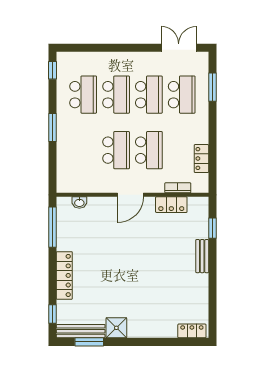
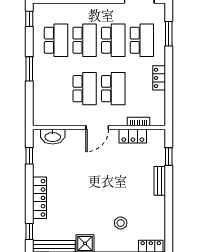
locker: (201, 159) -> (159, 78), moved
washbasin: (79, 203) -> (53, 137), width x1.91, depth x1.45
window: (52, 227) -> (29, 156), width x0.46
stool: (157, 304) -> (121, 223), added

